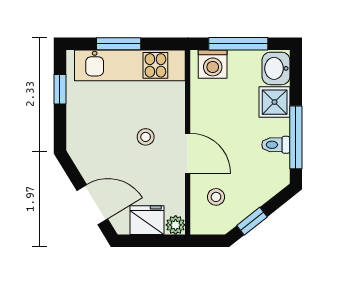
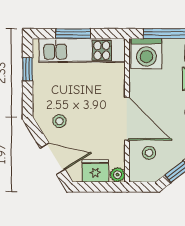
washing machine: (213, 64) -> (146, 54), width x1.37, depth x1.37
stool: (146, 137) -> (59, 121), moved
door: (188, 153) -> (127, 119), width x1.36

